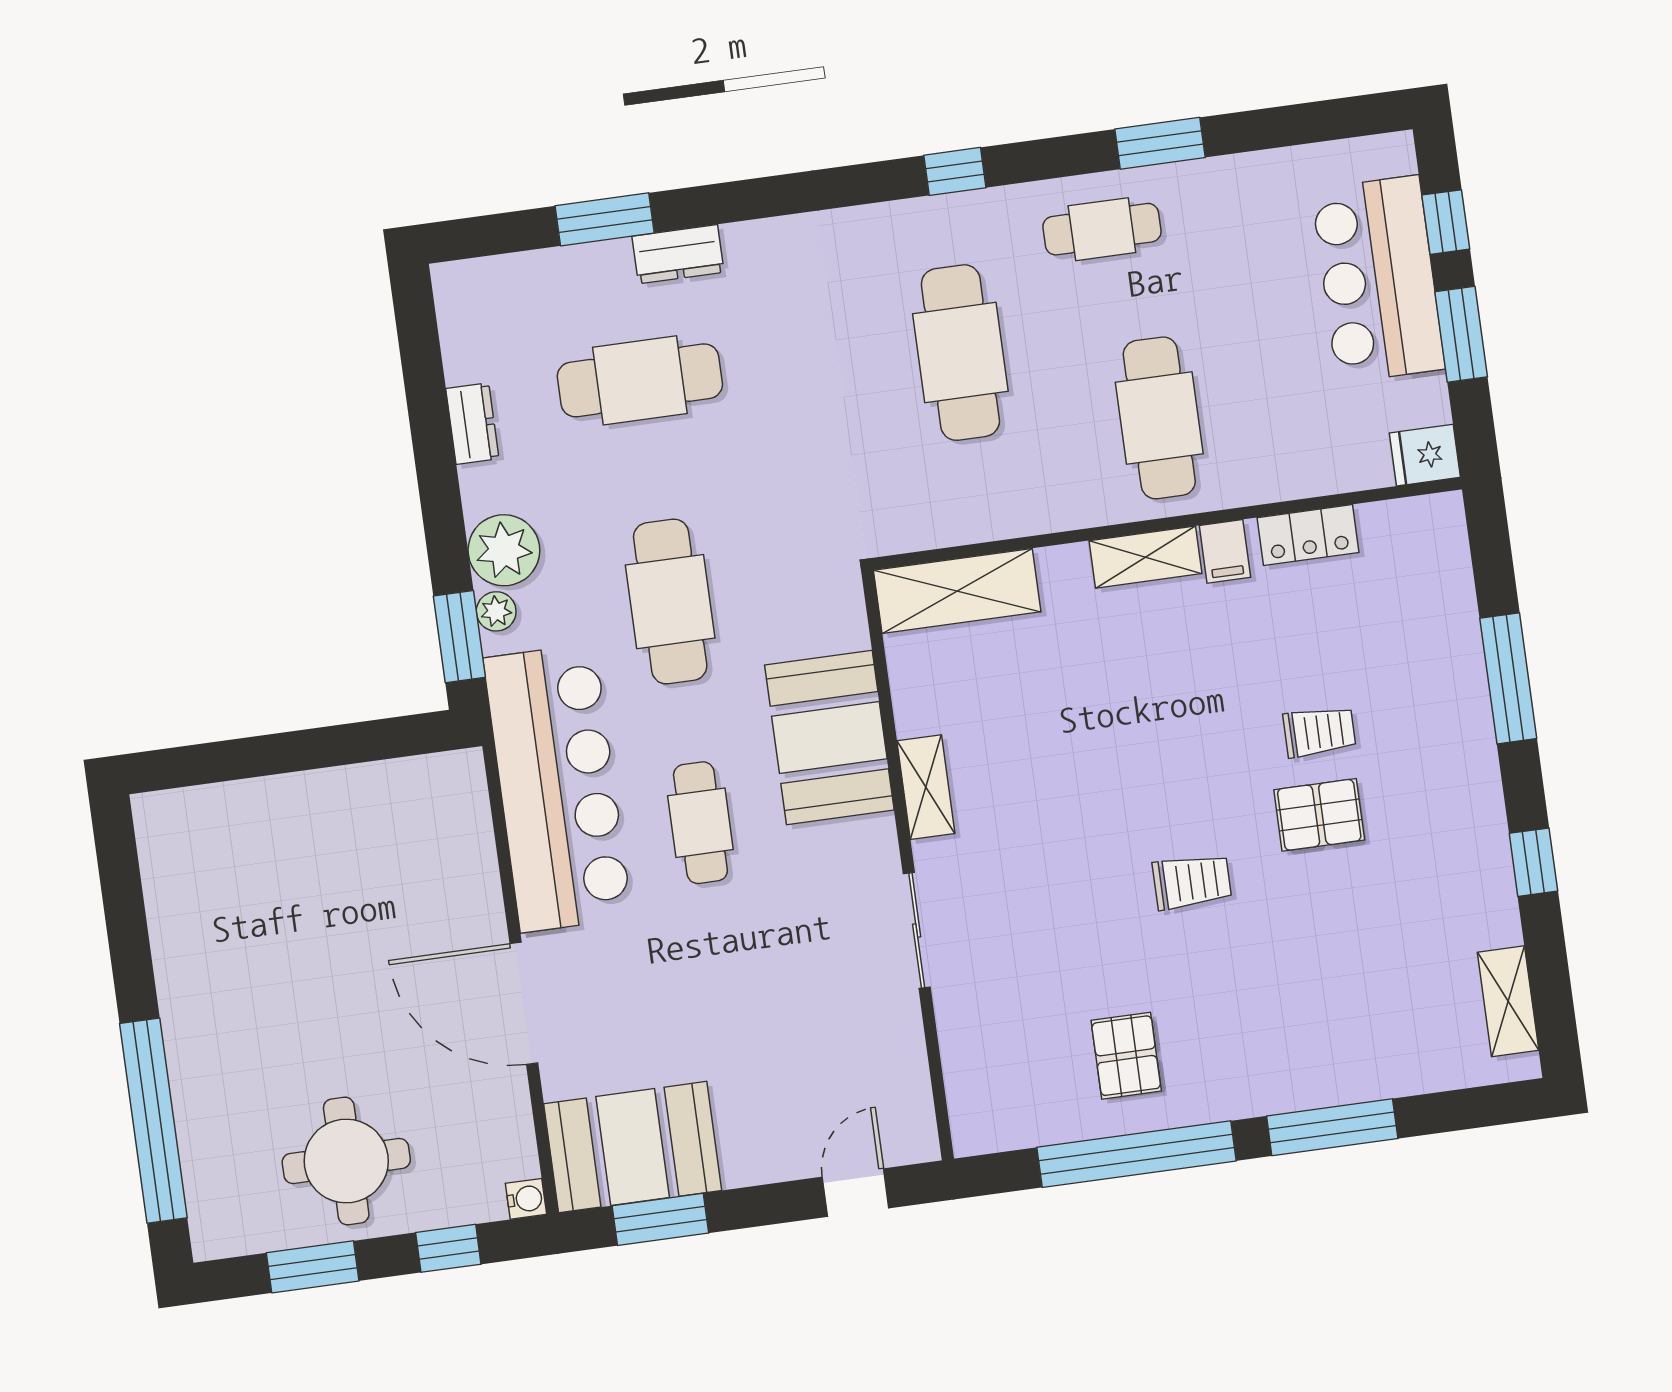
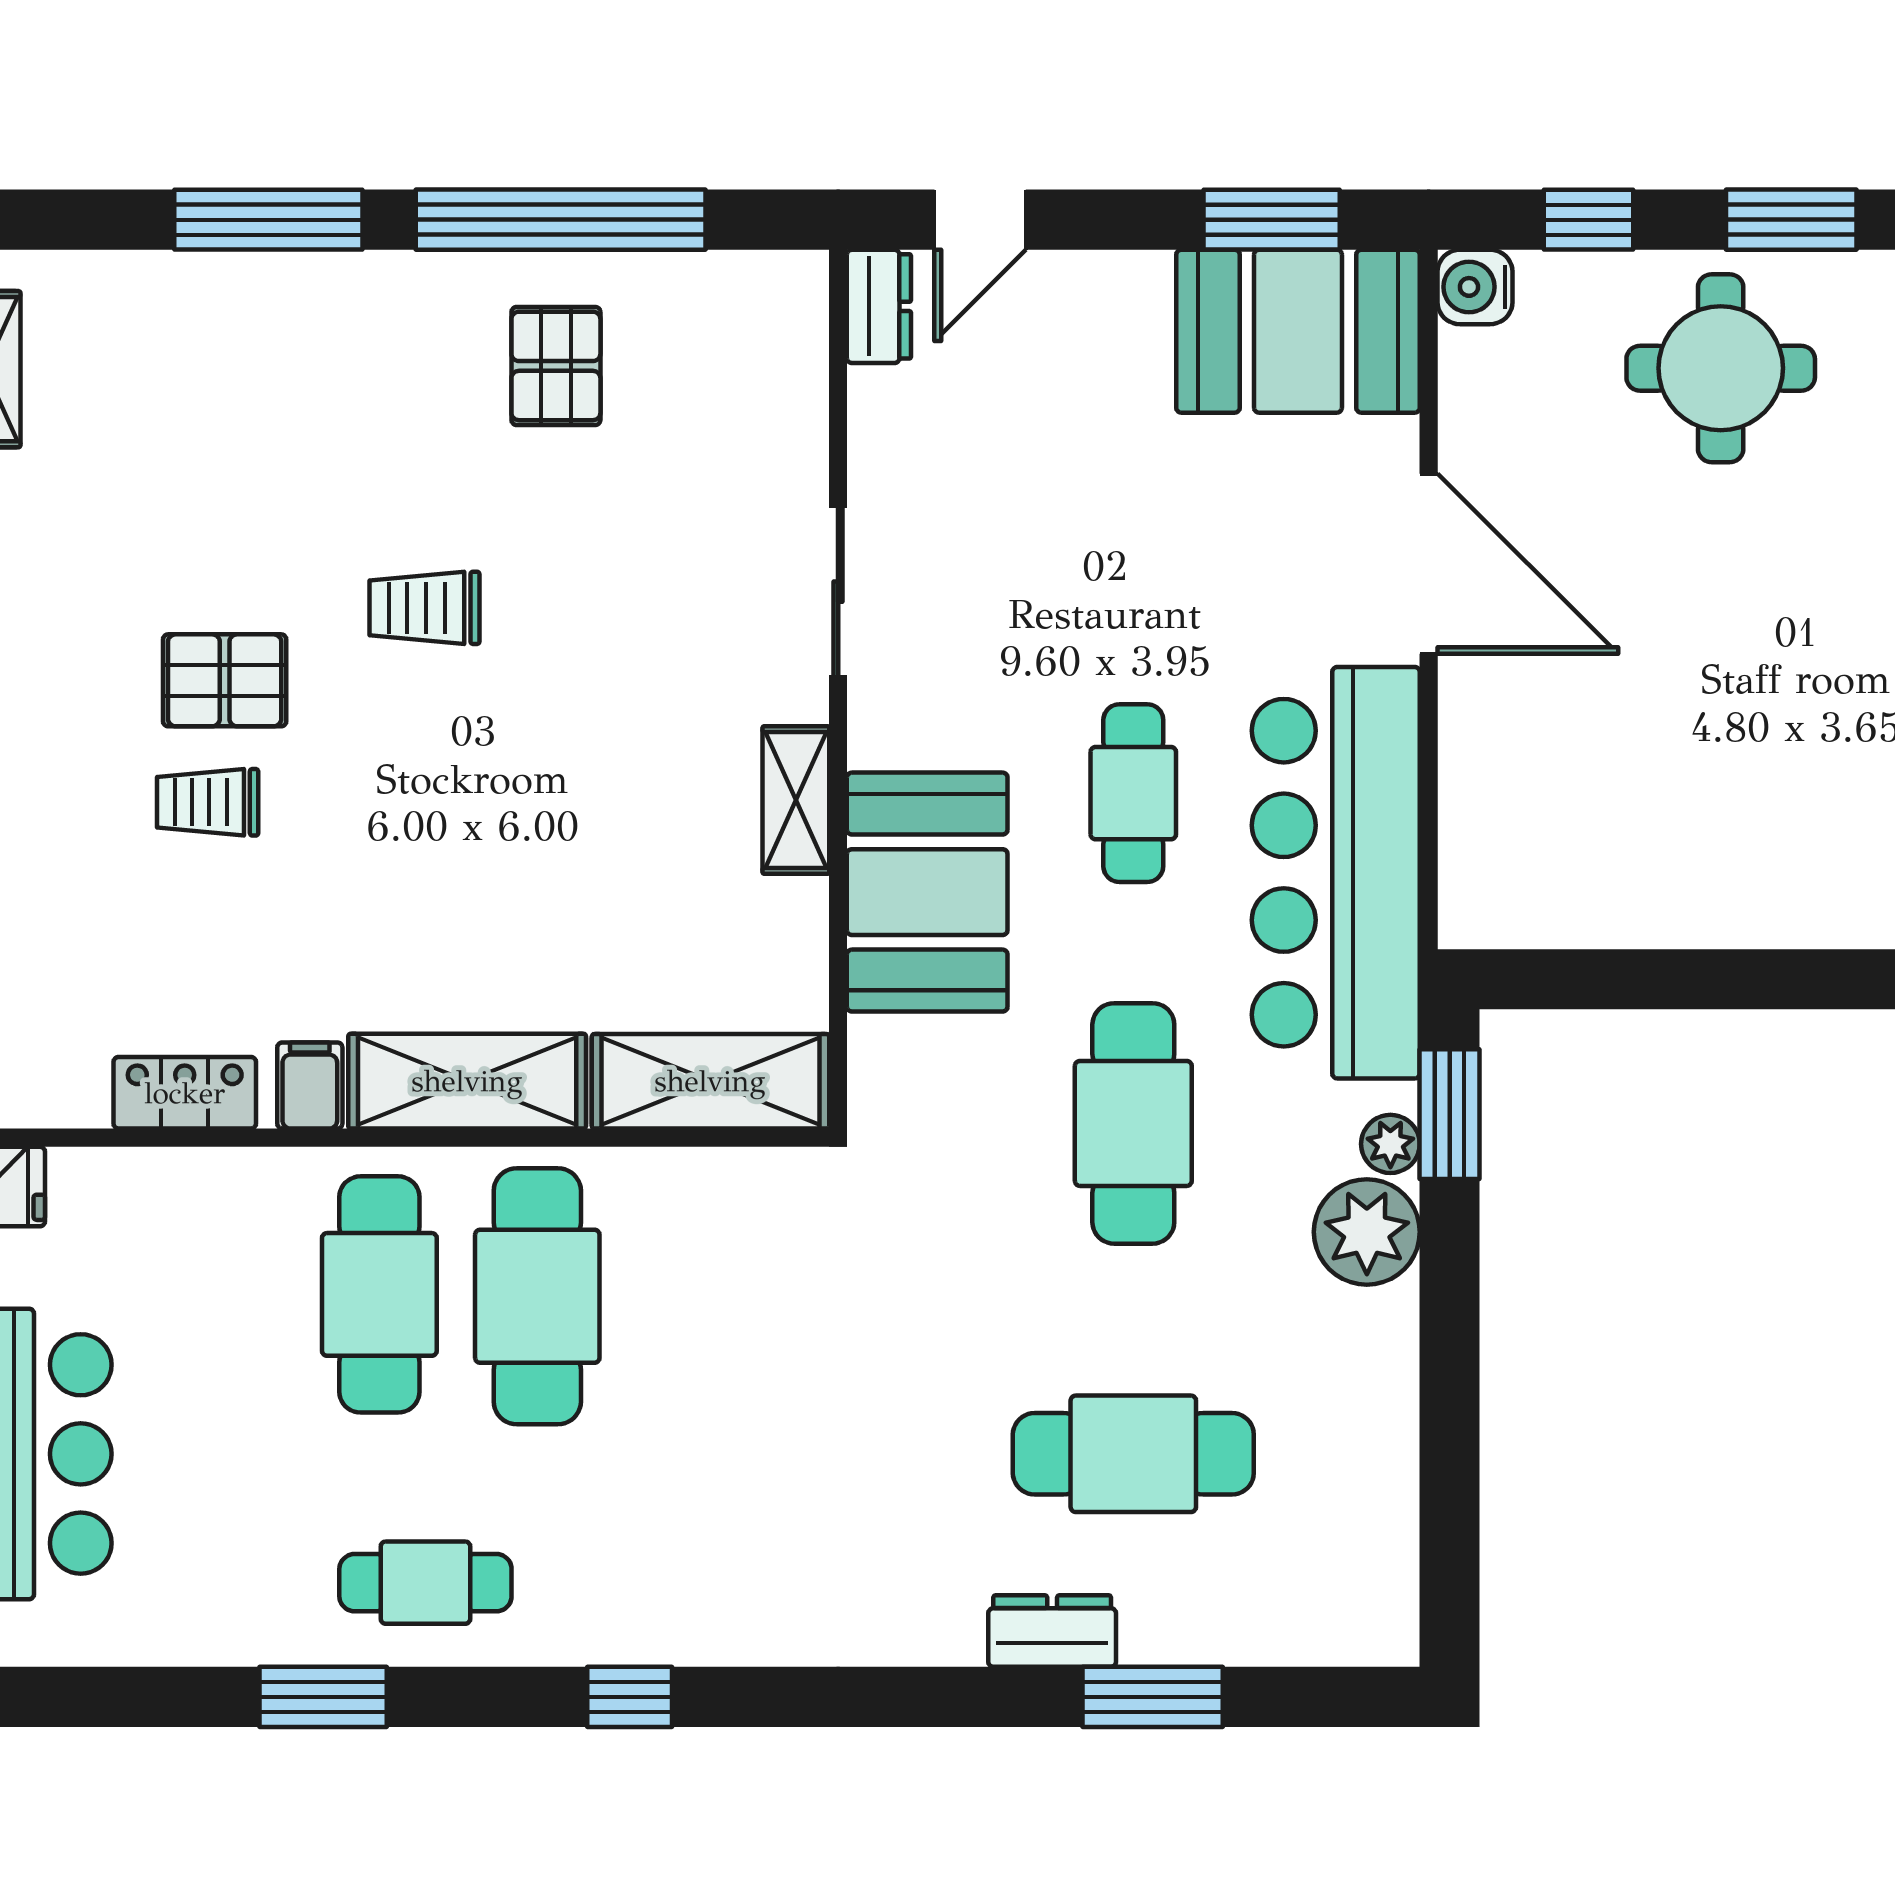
cafe table: (960, 353) -> (537, 1296), moved
dresser: (472, 424) -> (879, 306), moved, turned 180
shelving: (1146, 557) -> (467, 1081), width x1.50, depth x1.33
water cooler: (526, 1199) -> (1475, 287), width x1.38, depth x1.38

